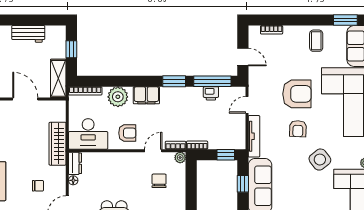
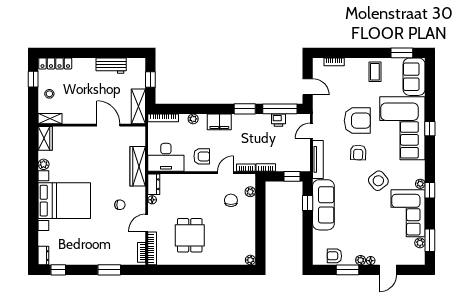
plant: (118, 97) -> (193, 119), width x0.53, depth x0.53
plant: (180, 158) -> (250, 192), moved

